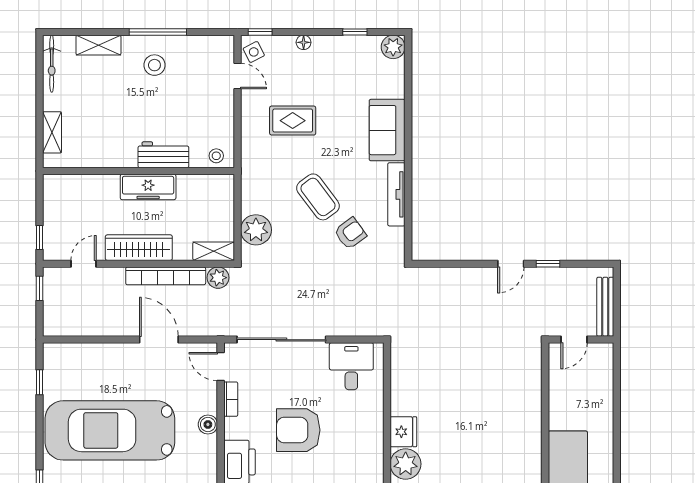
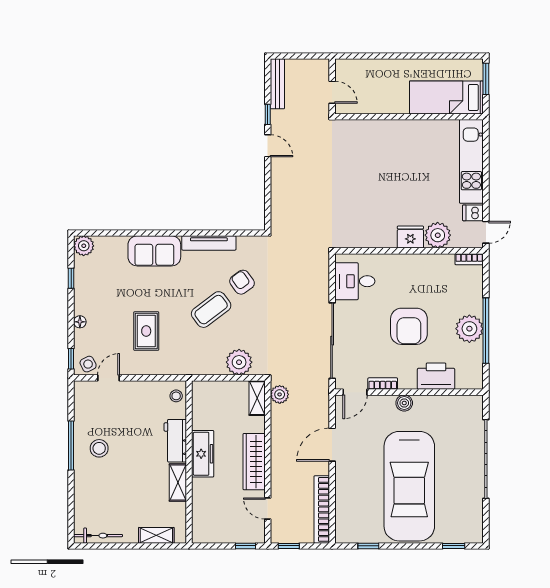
shelving: (98, 45) -> (178, 483), moved
bookcase: (166, 276) -> (322, 509), moved, turned 180
bench: (605, 307) -> (277, 84), moved, turned 90

